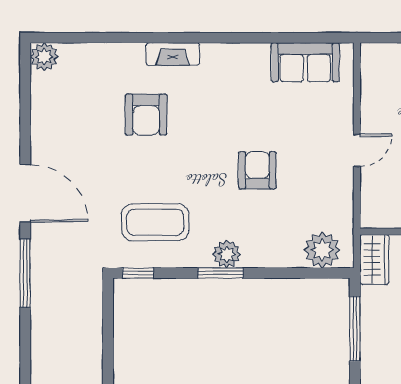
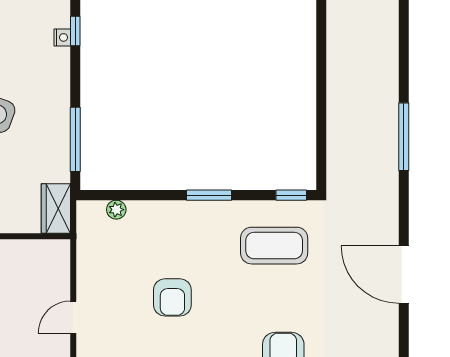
plant: (322, 250) -> (116, 210), width x0.53, depth x0.53
plant: (227, 254) -> (203, 214), removed
window: (25, 273) -> (404, 137), moved

